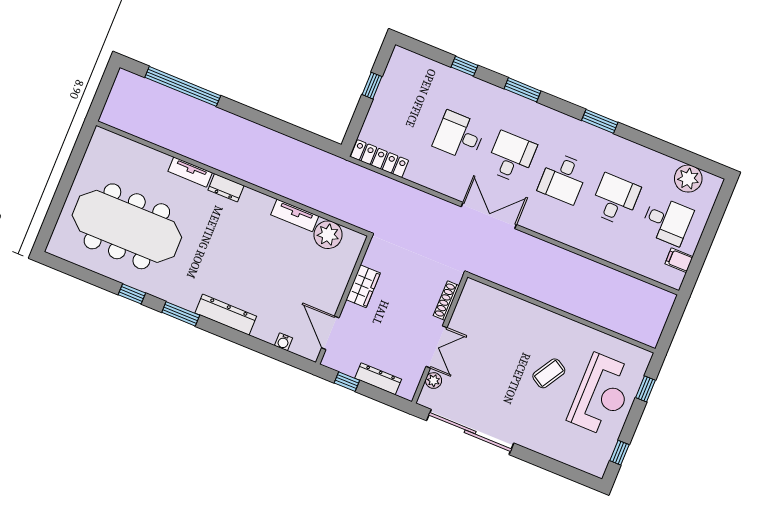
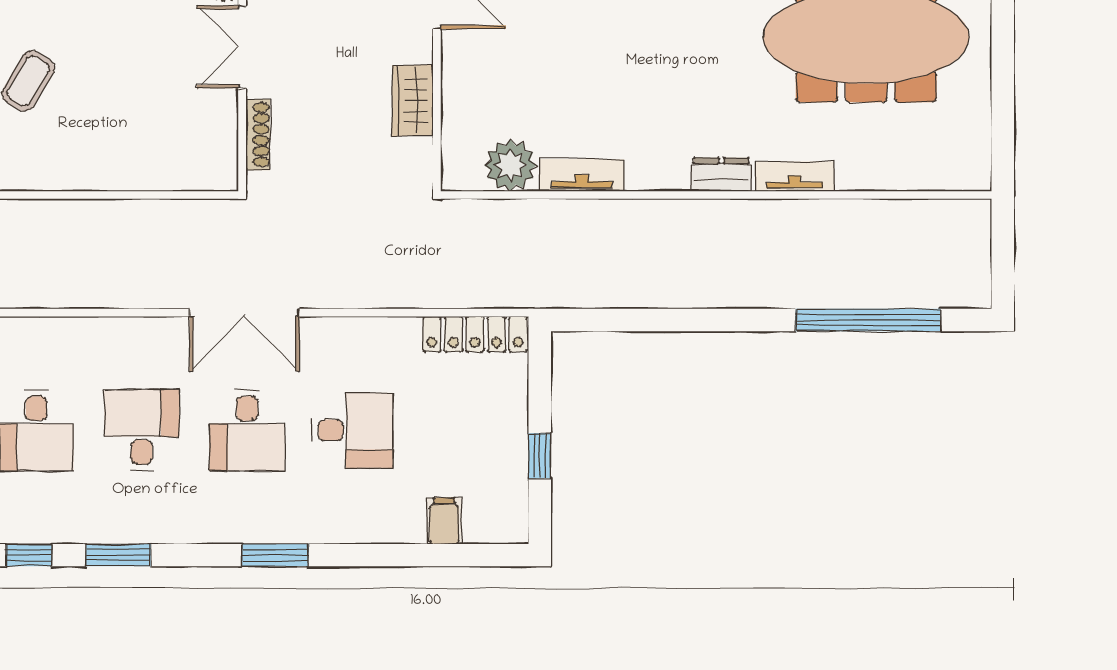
window: (465, 66) -> (29, 555), moved
filing cabinet: (432, 73) -> (444, 521), added

